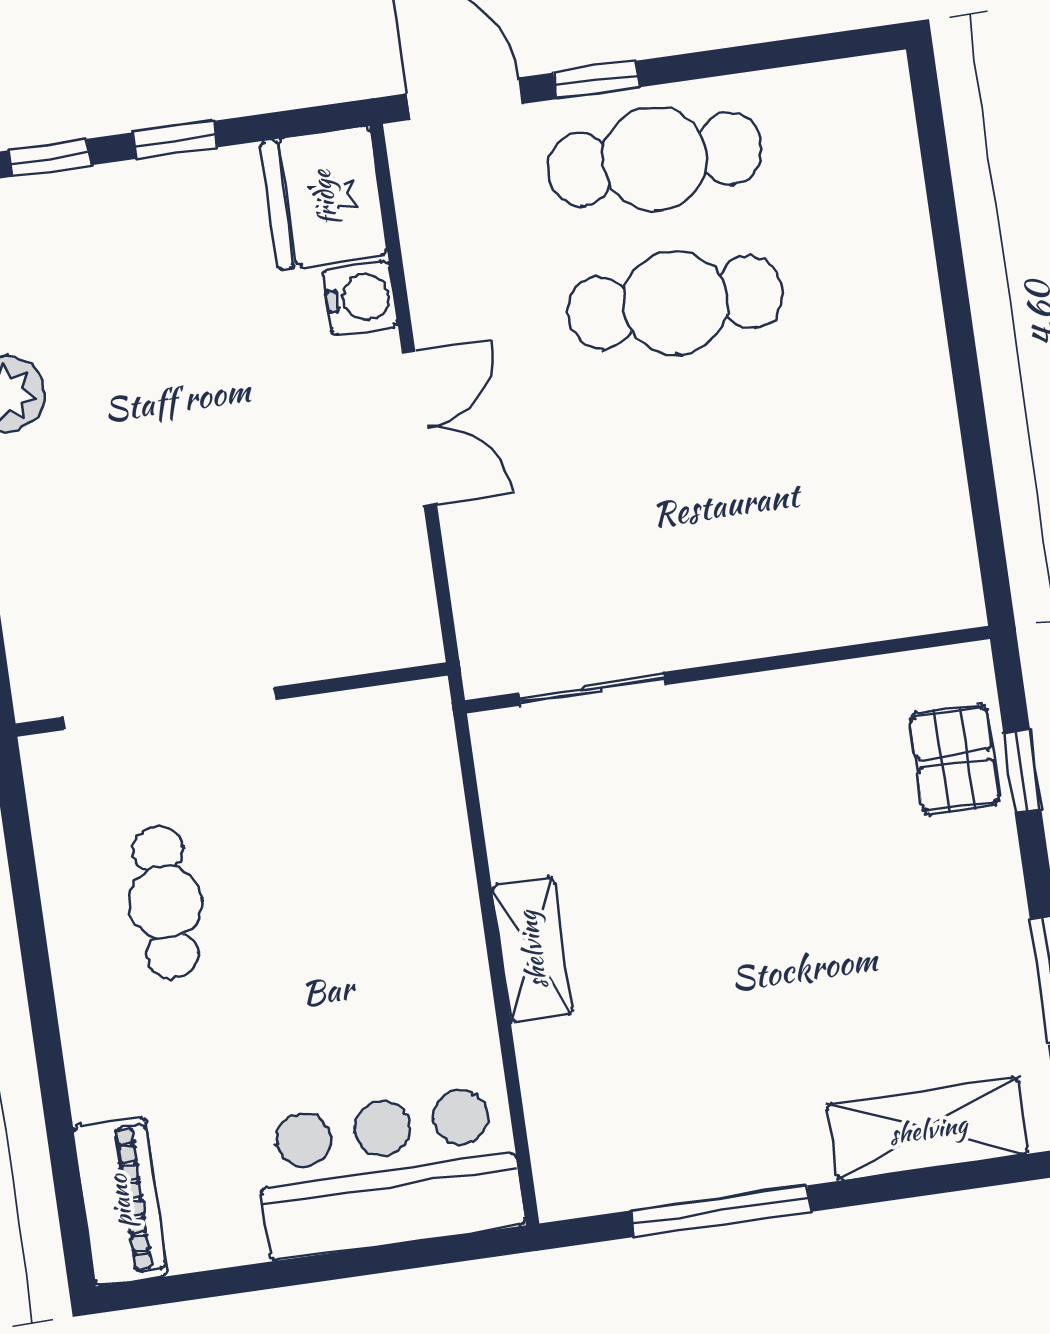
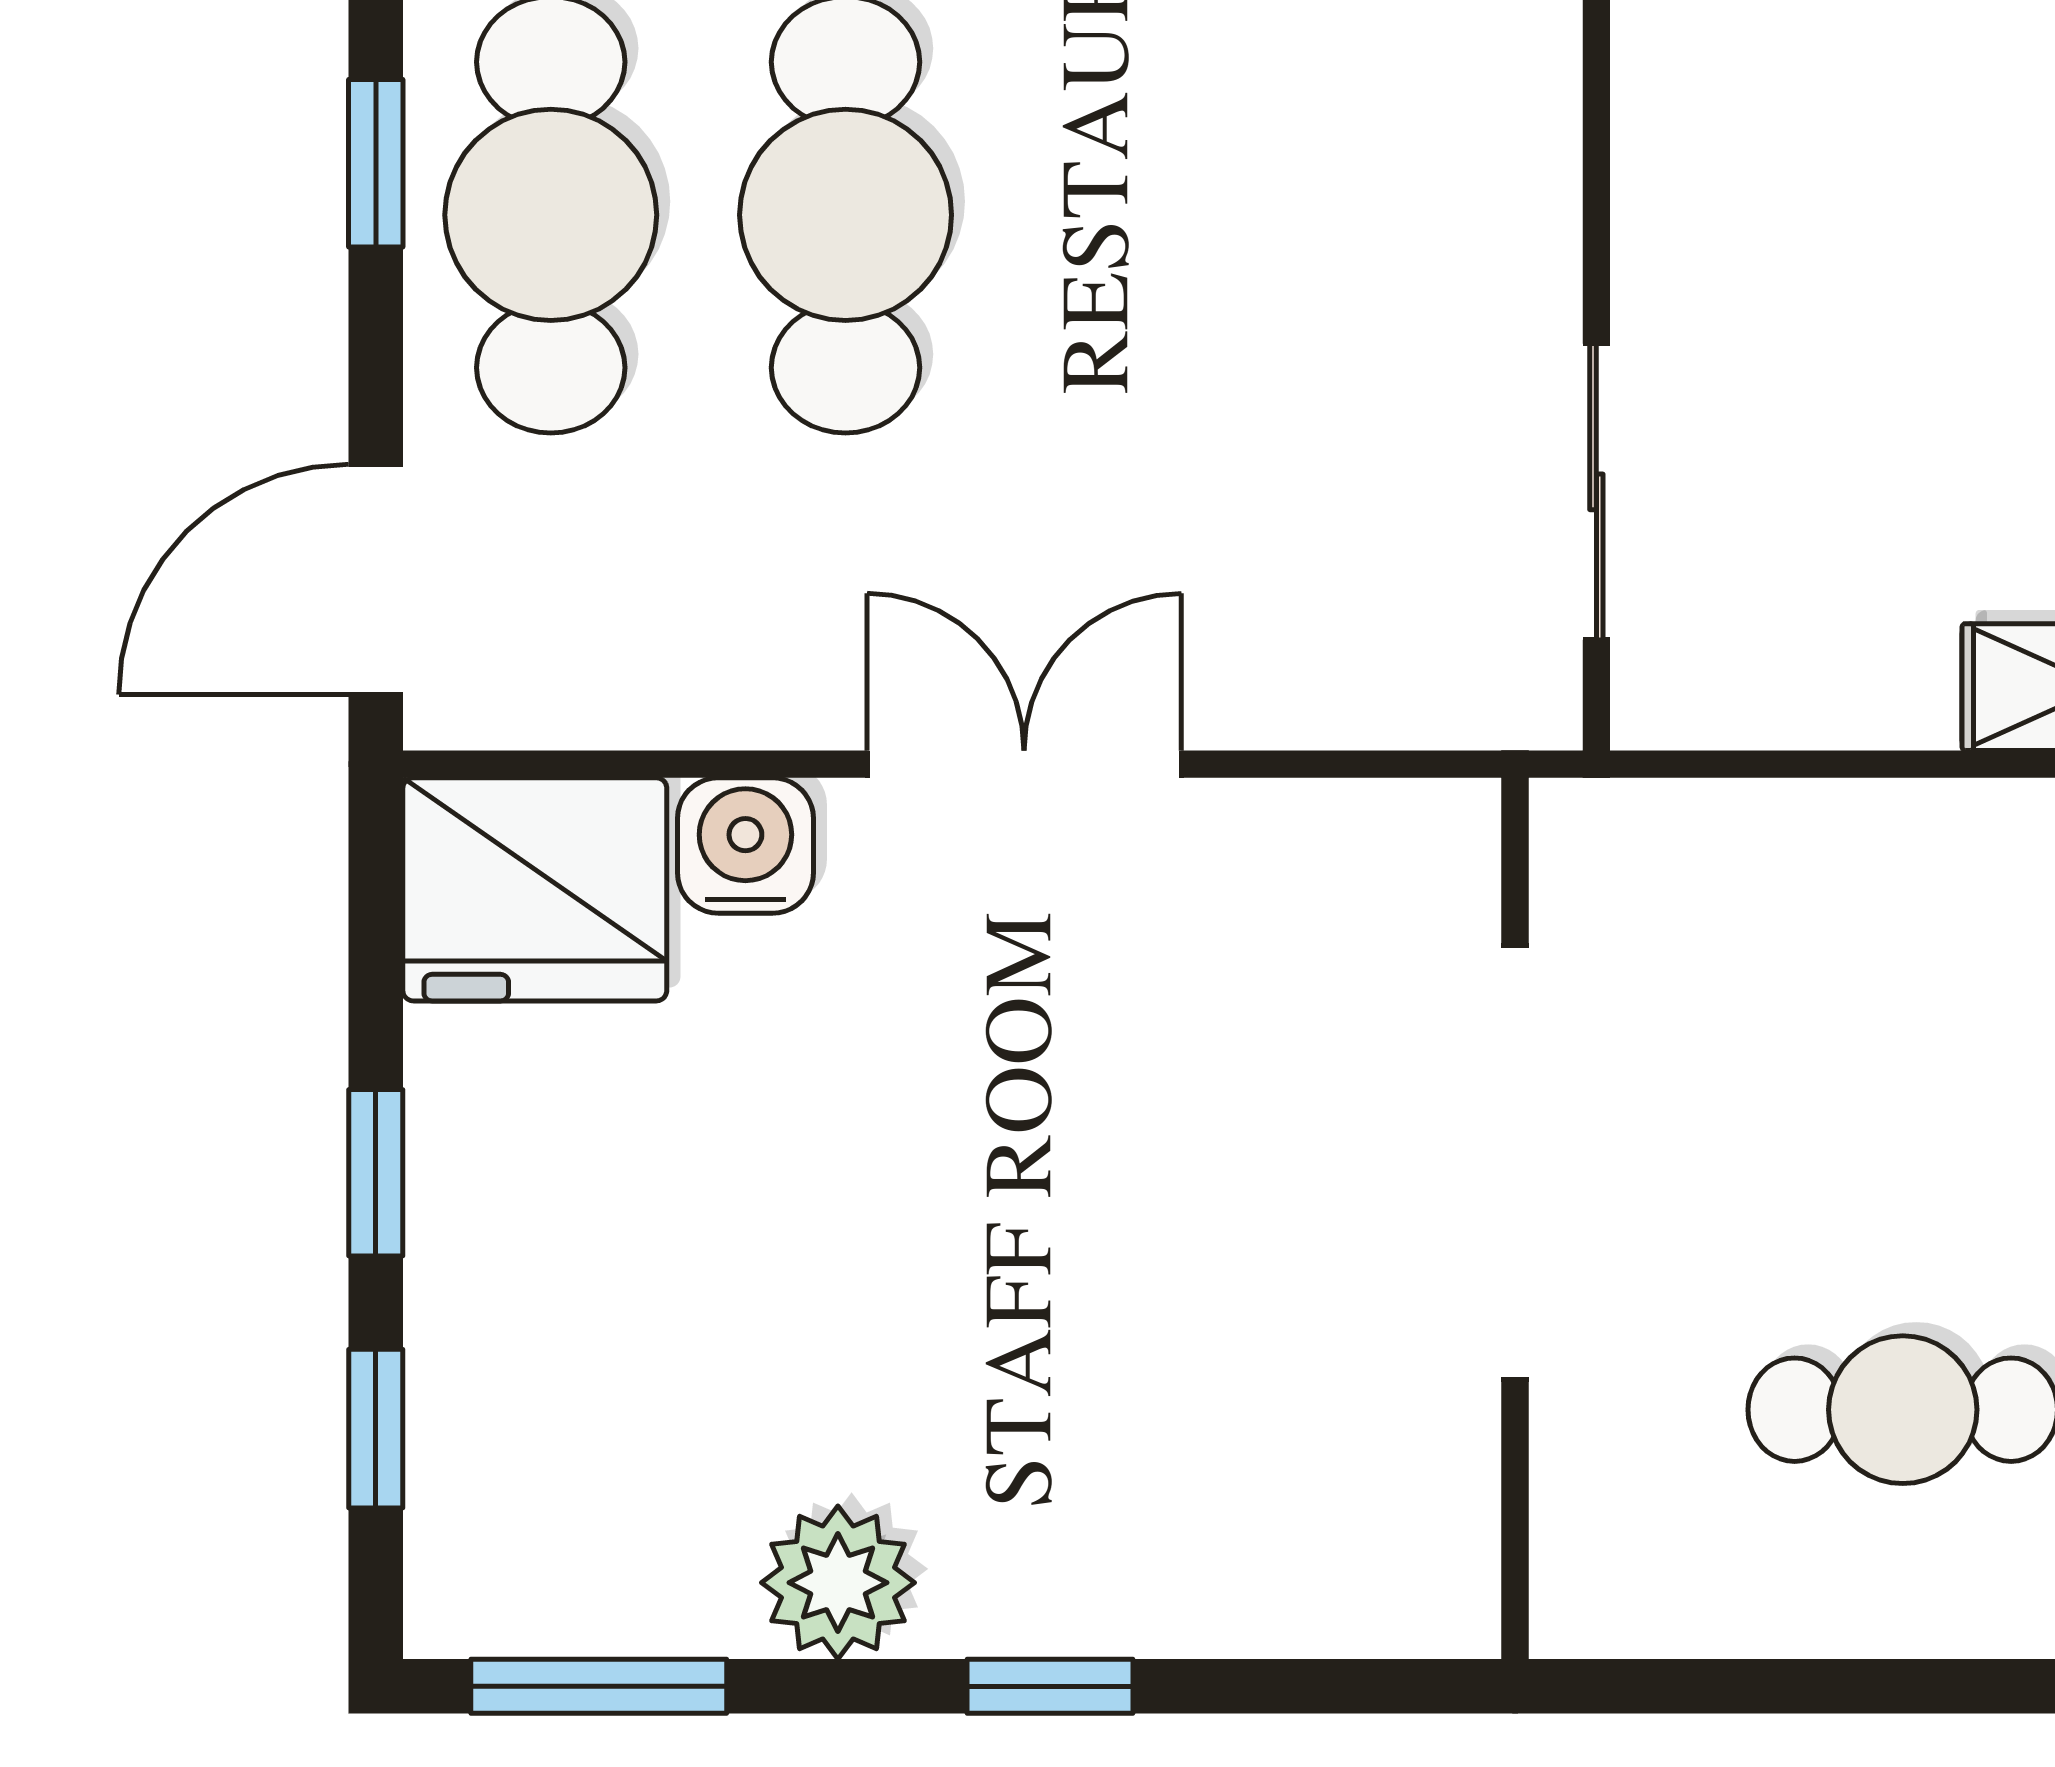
window: (596, 80) -> (376, 163), moved
doorway: (169, 708) -> (1515, 1163), moved

